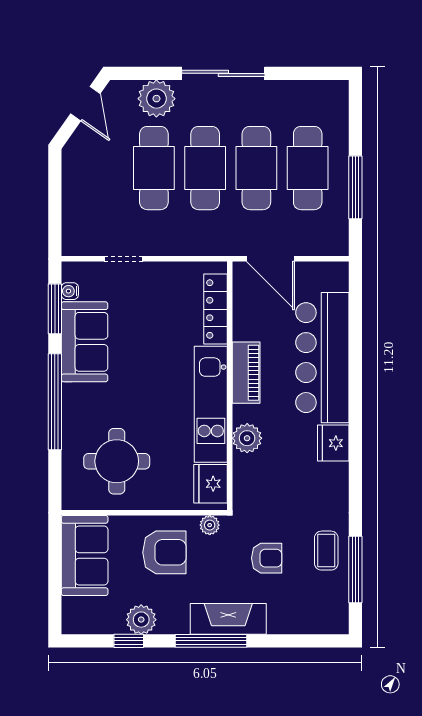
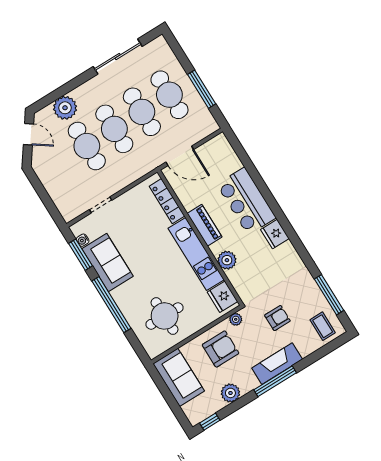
sliding door: (223, 73) -> (118, 56), moved
bar counter: (322, 358) -> (246, 201), width x0.73
coffee table: (326, 551) -> (323, 326), moved
window: (129, 641) -> (210, 422), moved

